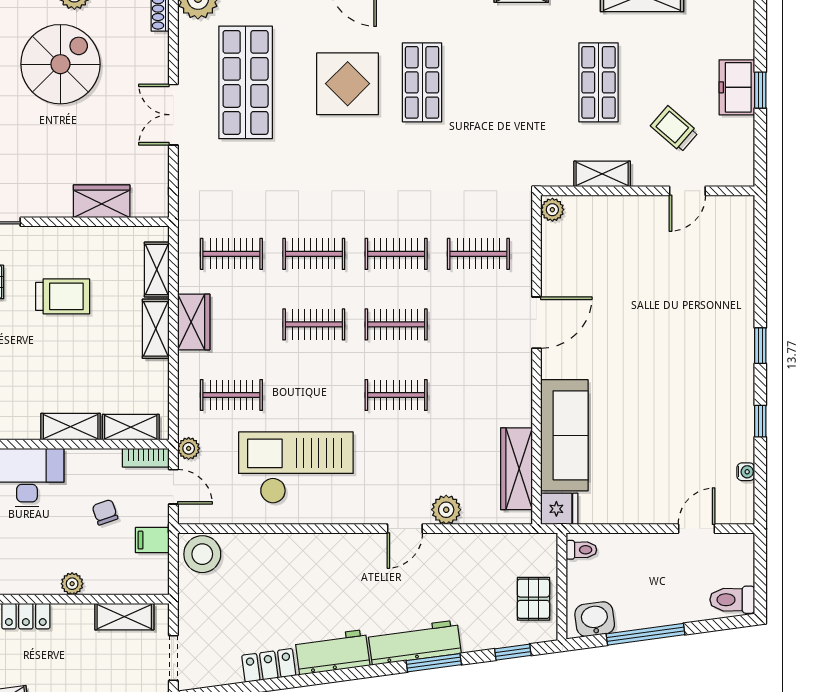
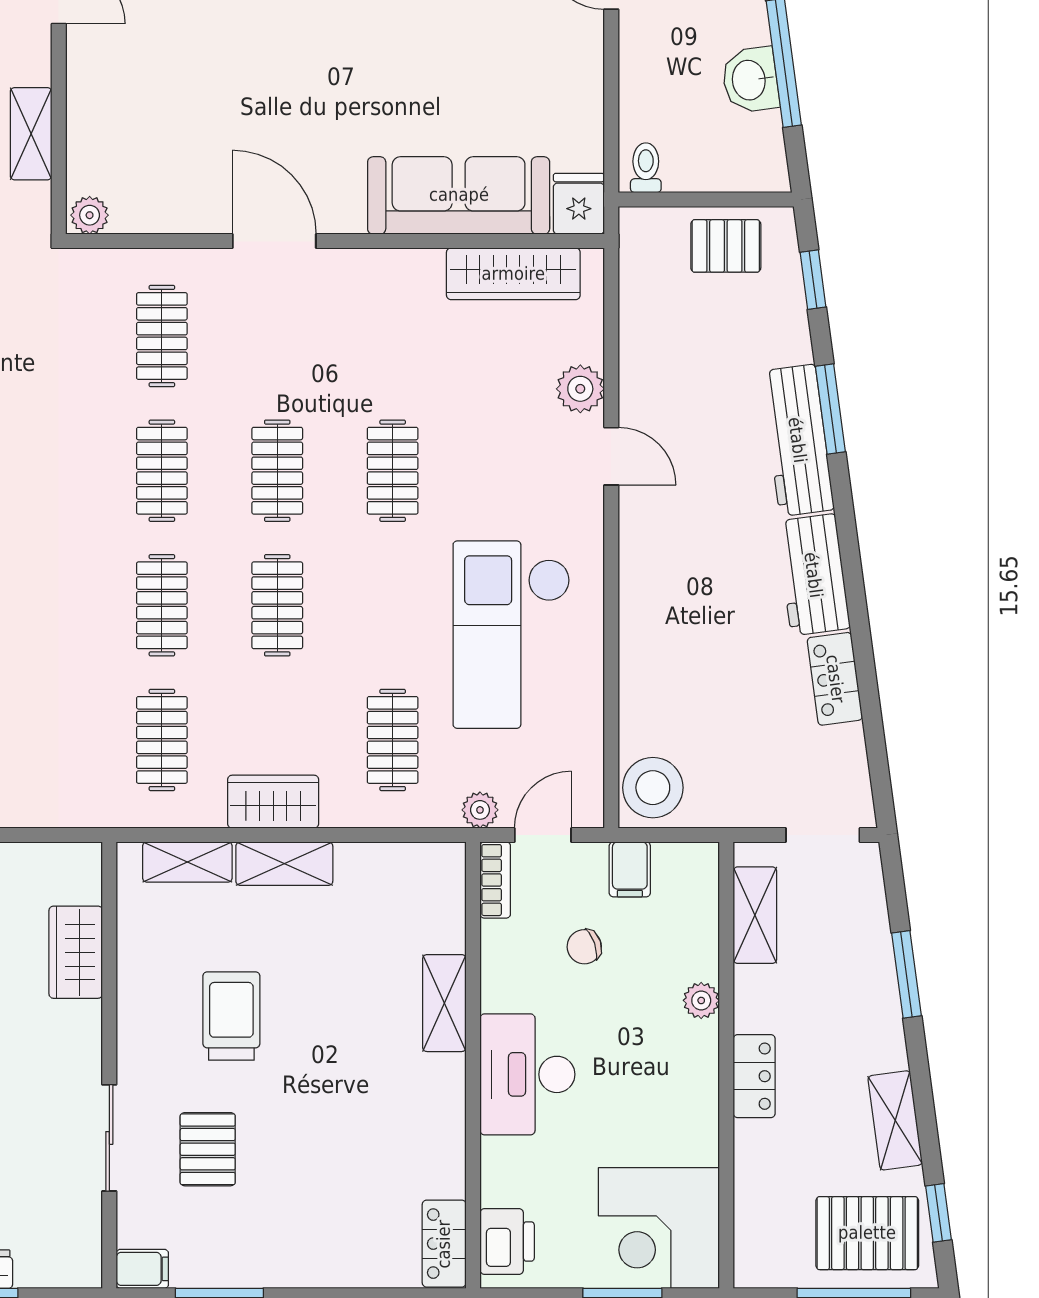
shelving: (131, 427) -> (445, 905), removed
washbasin: (595, 619) -> (750, 80), moved

